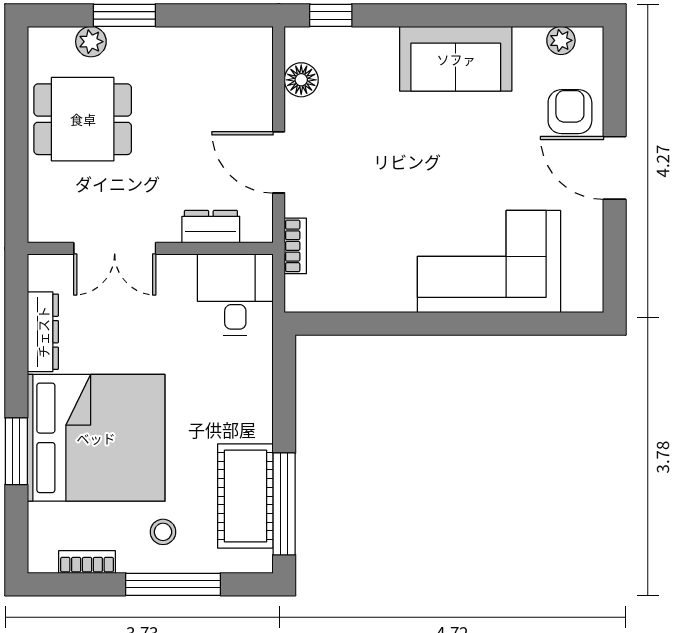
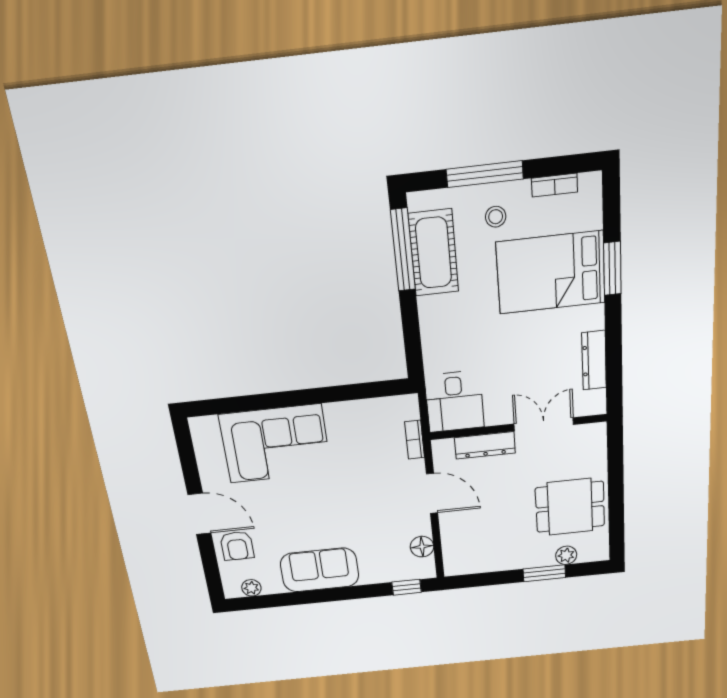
dresser: (211, 227) -> (485, 445), width x1.44
bed: (96, 438) -> (551, 273), width x0.73

